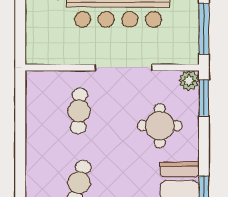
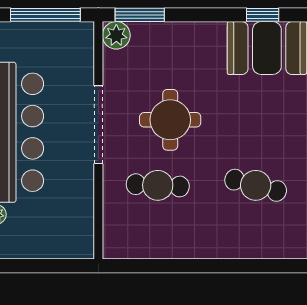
round table: (160, 126) -> (170, 120), moved

